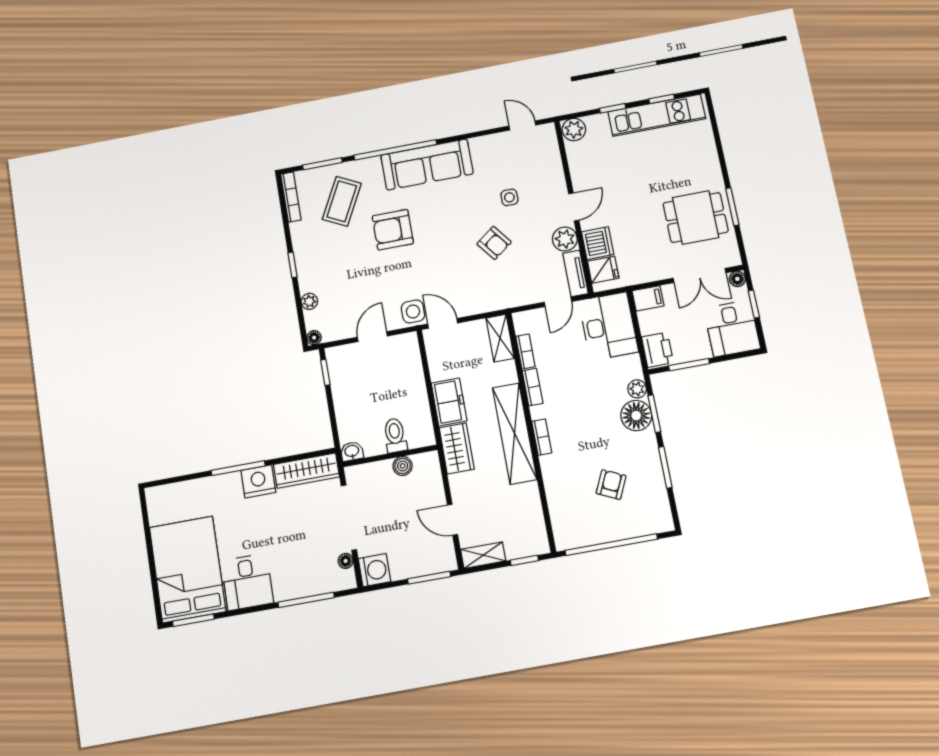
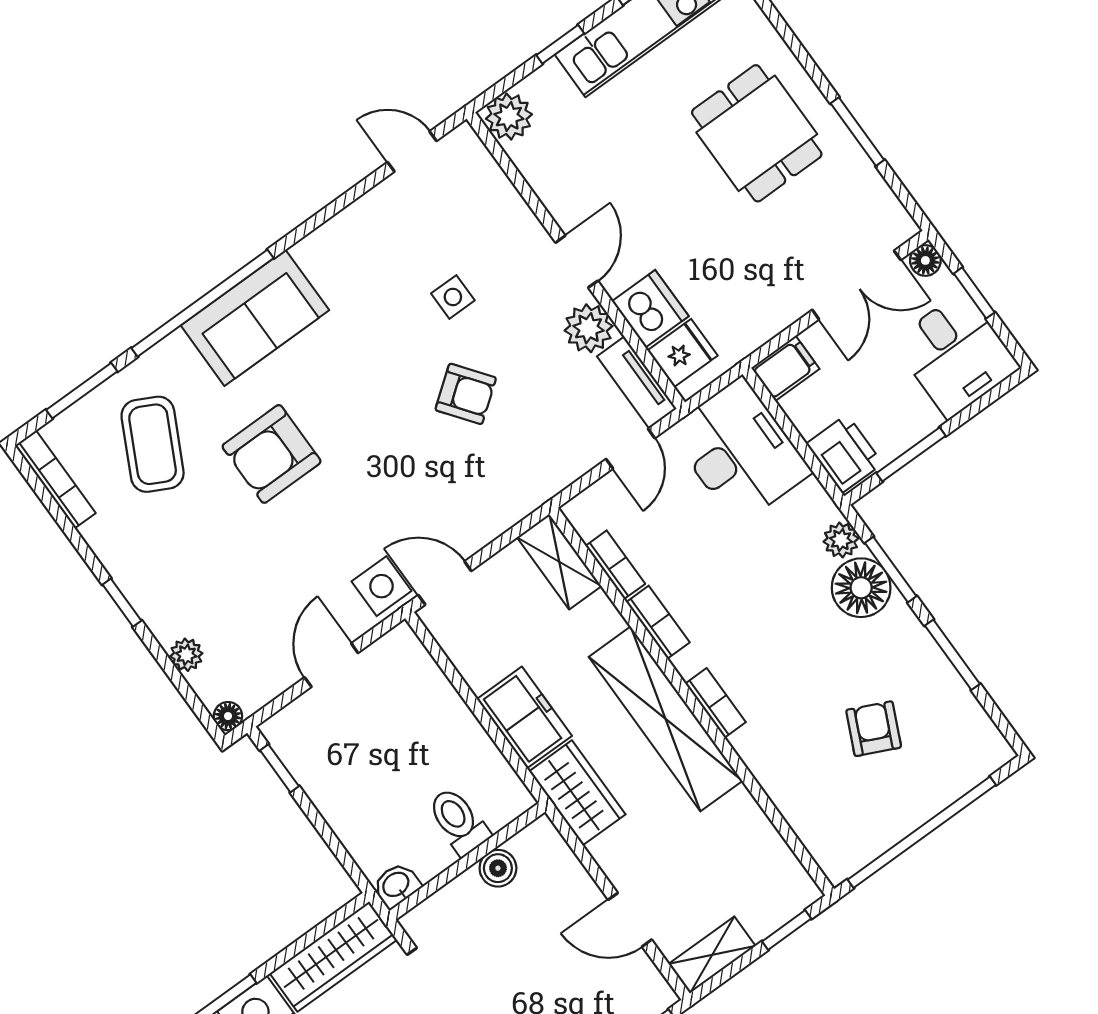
sofa: (427, 164) -> (255, 318), width x0.73
dining table: (696, 217) -> (757, 133), moved, turned 90

